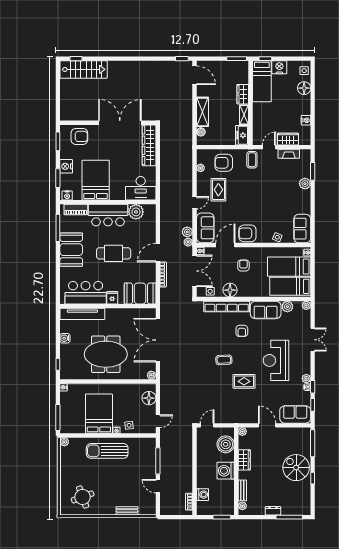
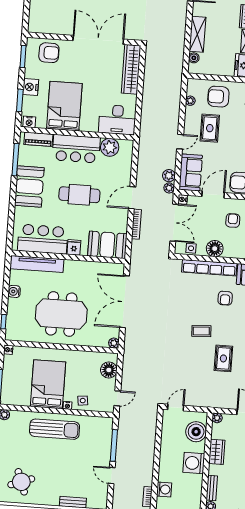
rug: (244, 381) -> (223, 358), turned 90
sun lounger: (107, 451) -> (55, 429), turned 180

